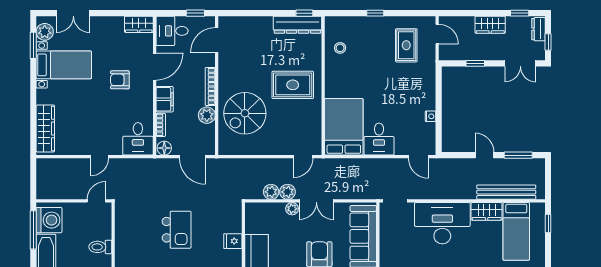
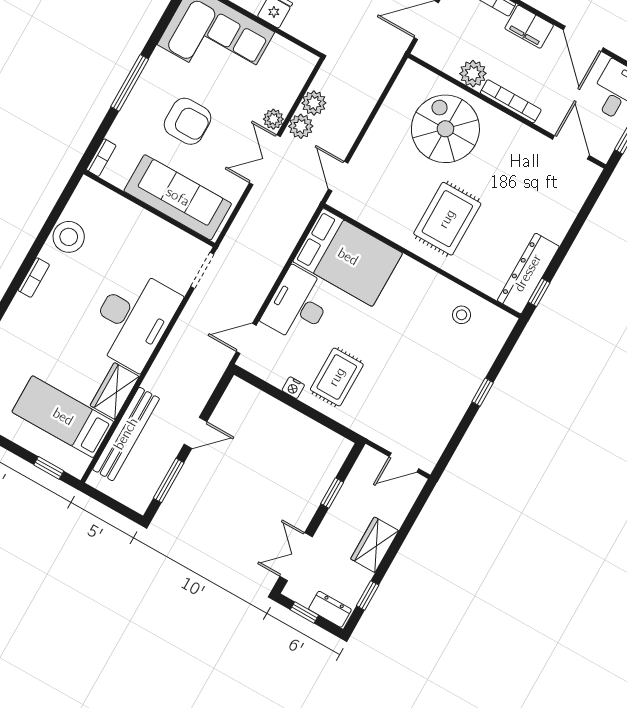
rug: (406, 45) -> (337, 377), moved, turned 90
desk: (379, 139) -> (298, 305), width x1.37

